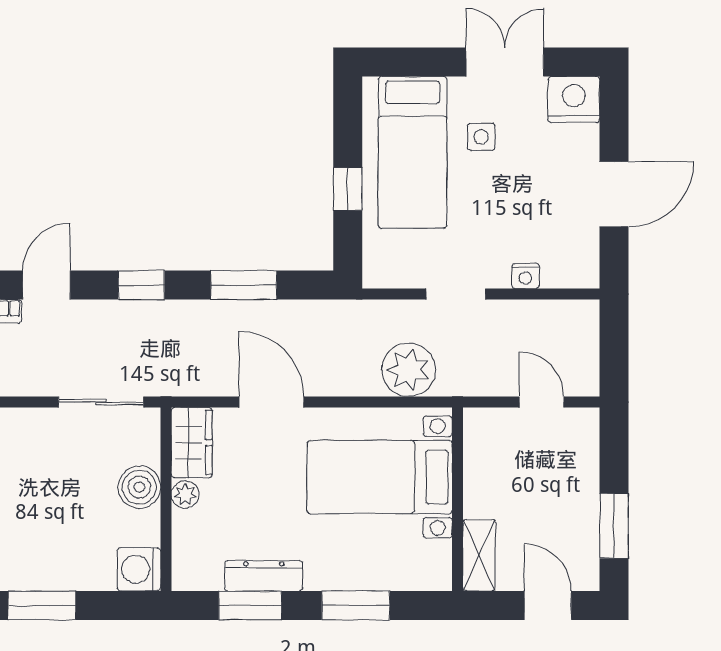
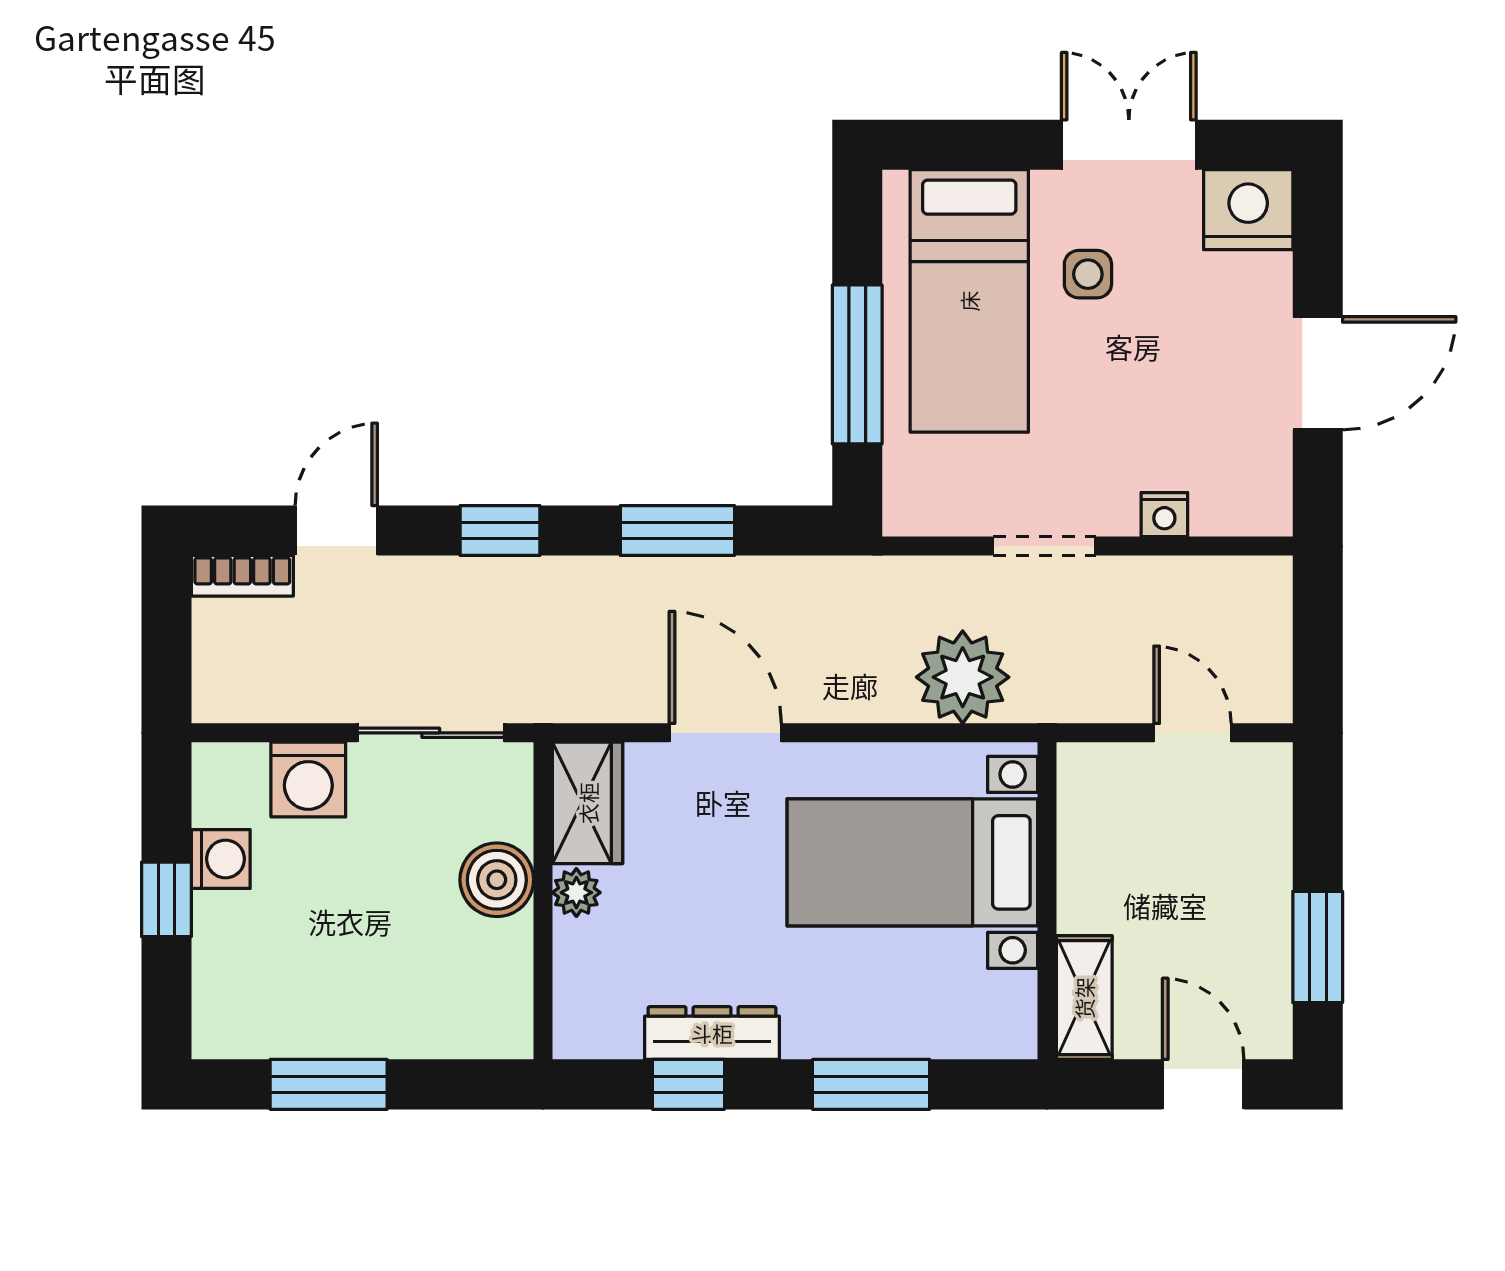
window: (348, 189) -> (857, 364), width x2.17
washing machine: (139, 569) -> (308, 779), moved, turned -90
window: (250, 605) -> (688, 1084), width x0.67

